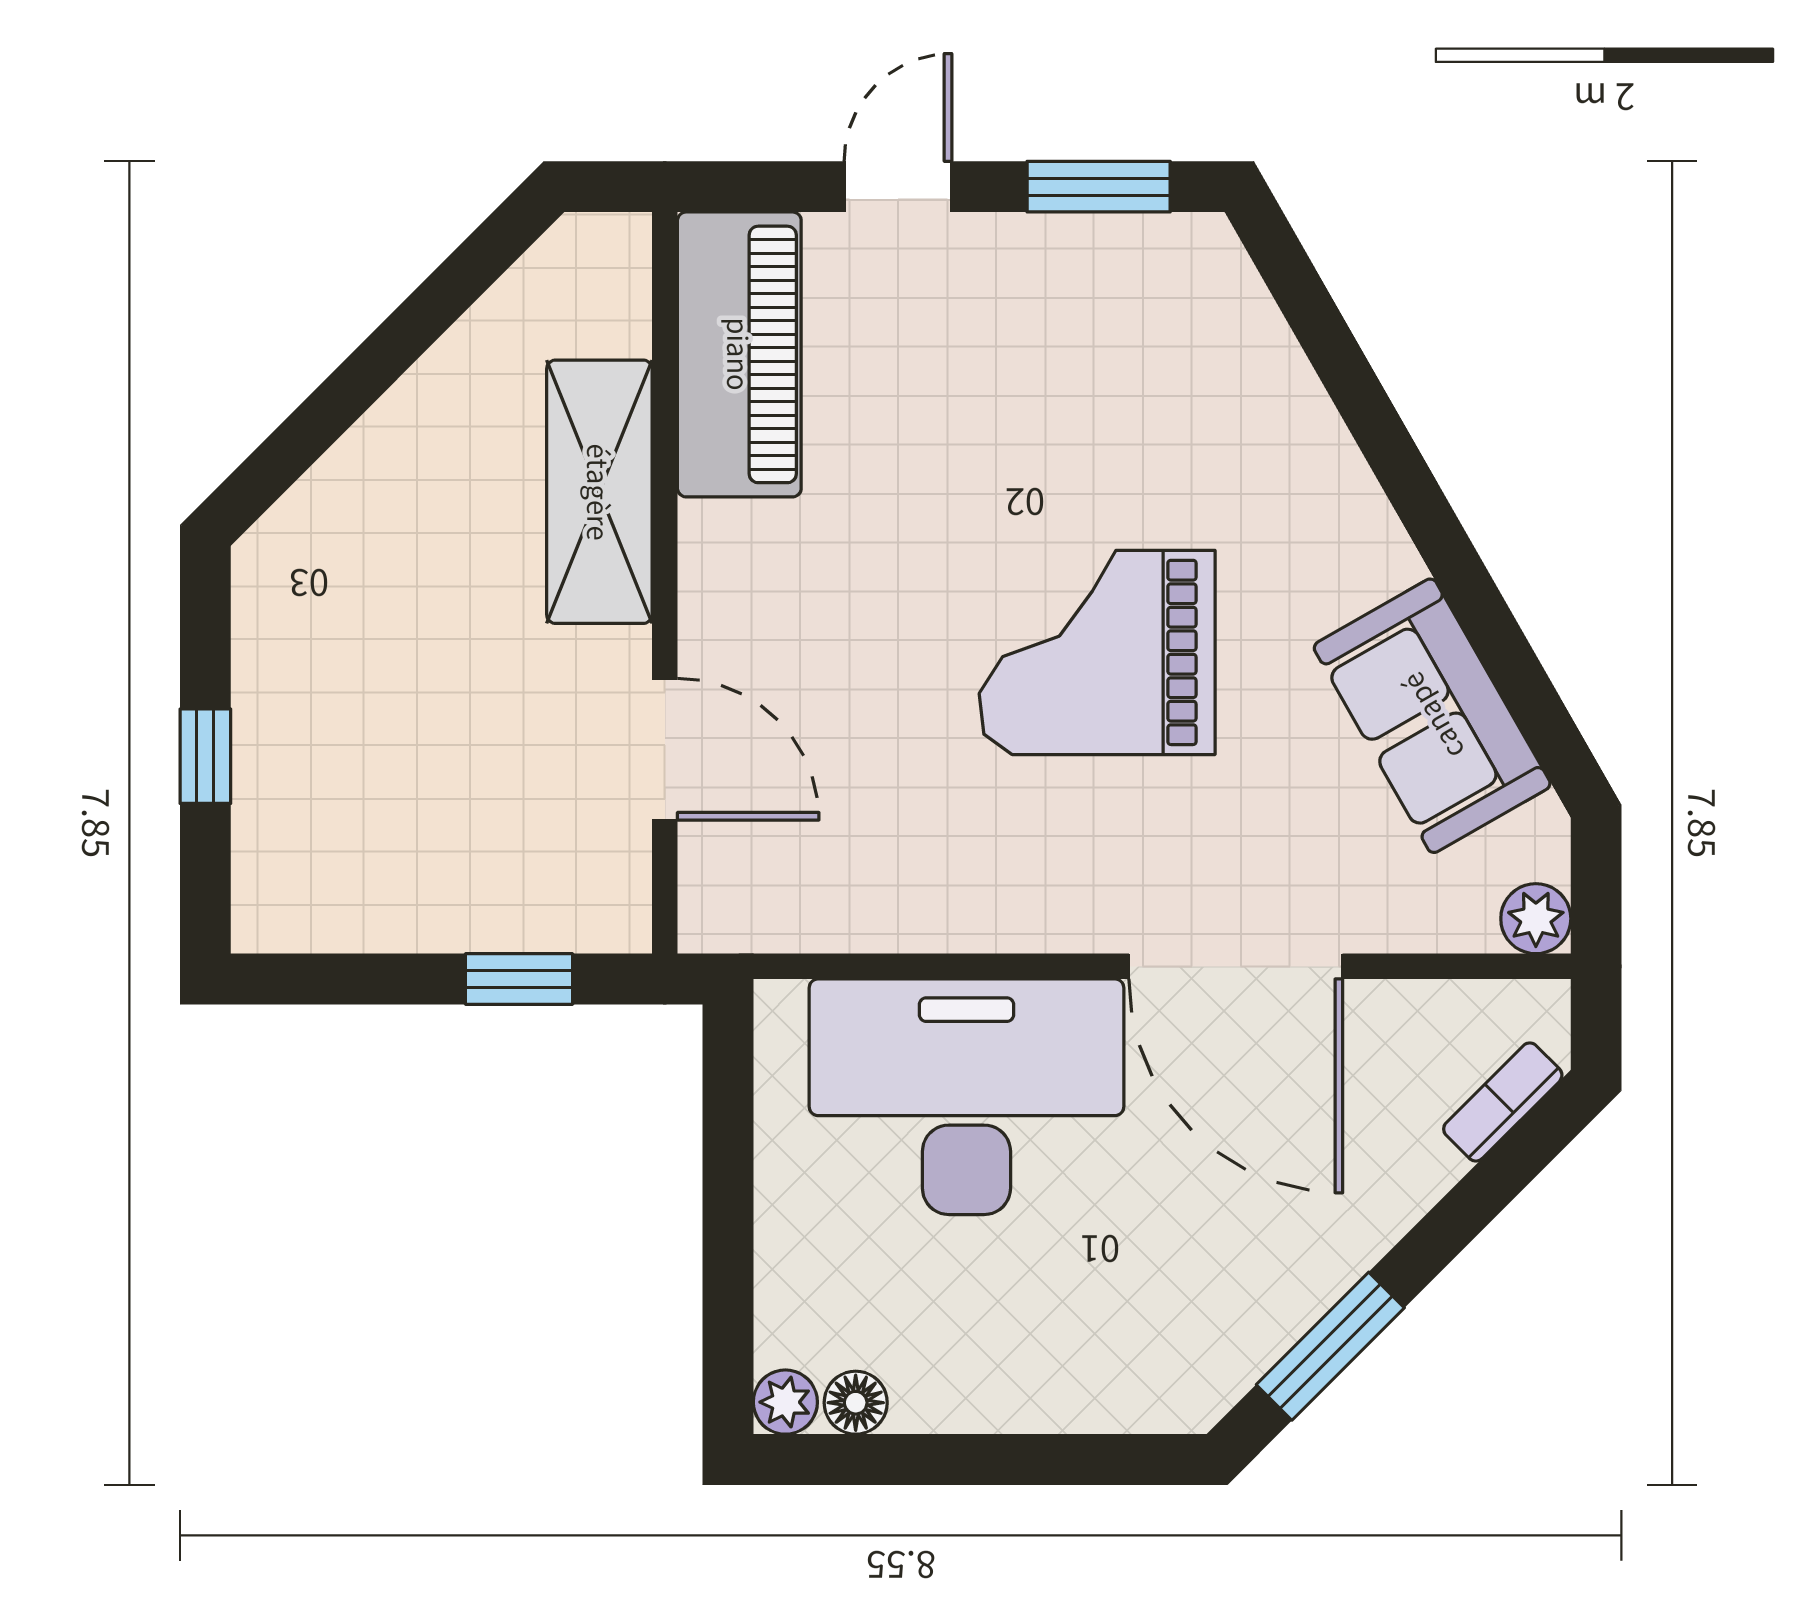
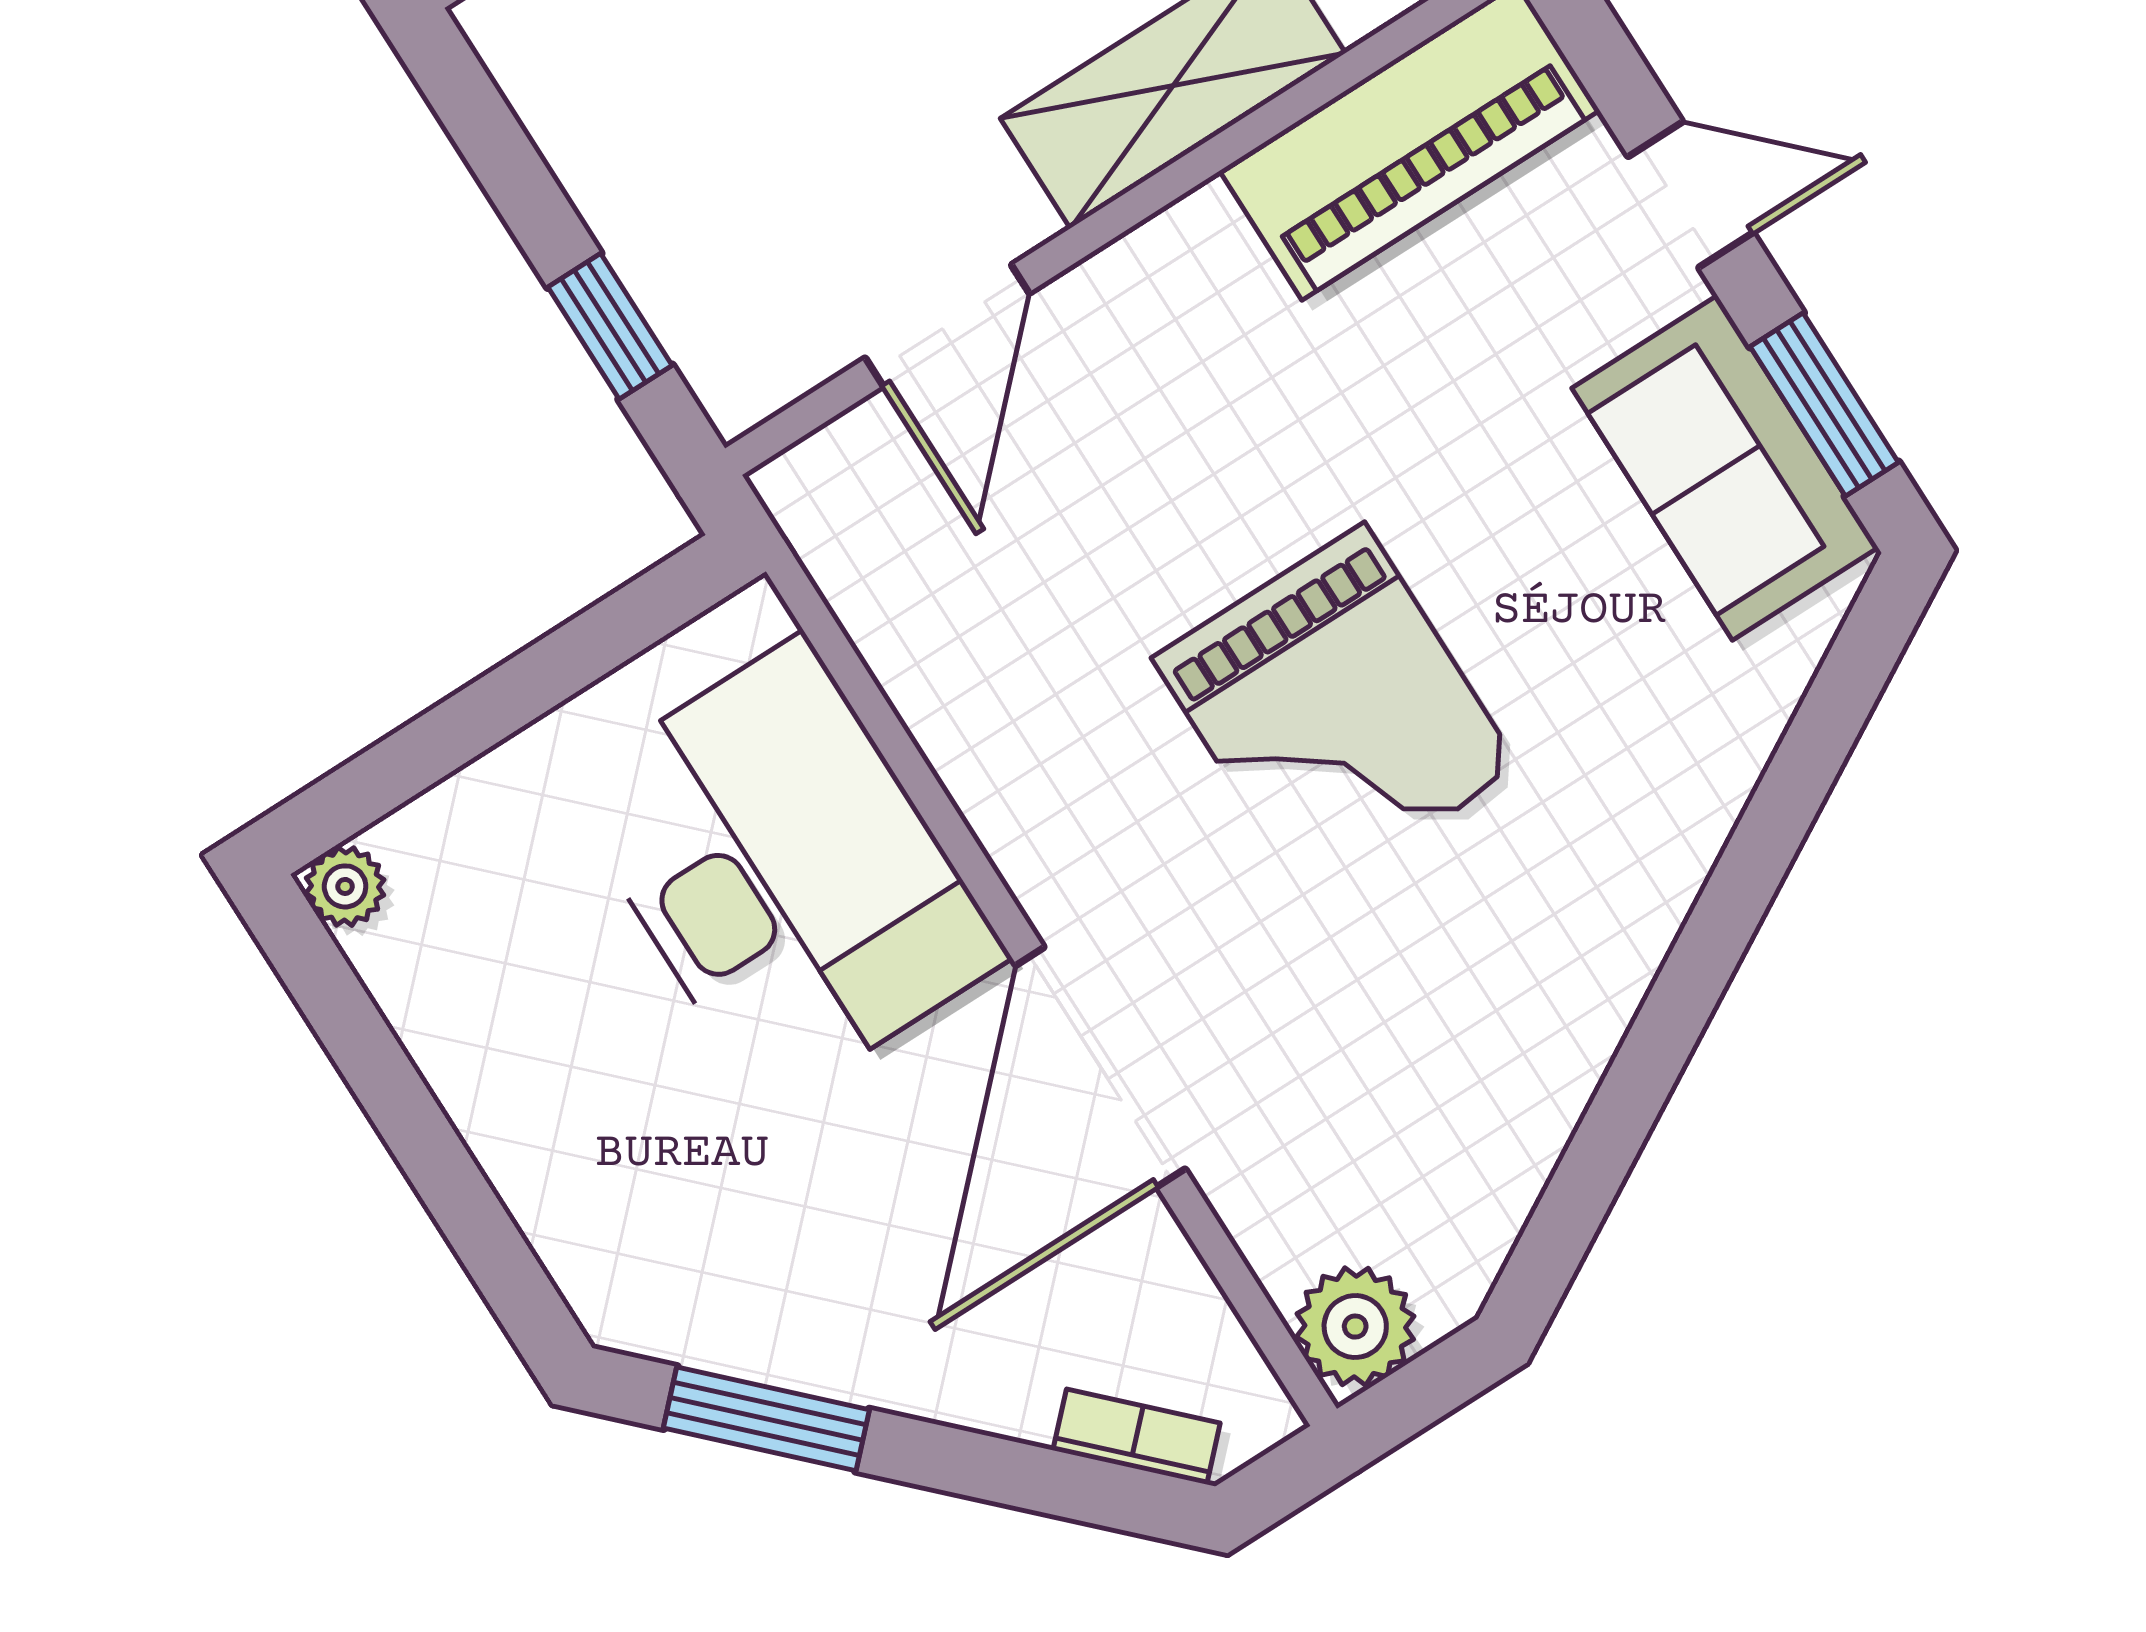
grand piano: (1097, 652) -> (1336, 713), turned 180
sofa: (1432, 716) -> (1725, 468), moved, turned -60
plant: (1536, 919) -> (1355, 1327), width x1.38, depth x1.38
floor lamp: (856, 1403) -> (391, 960), removed

